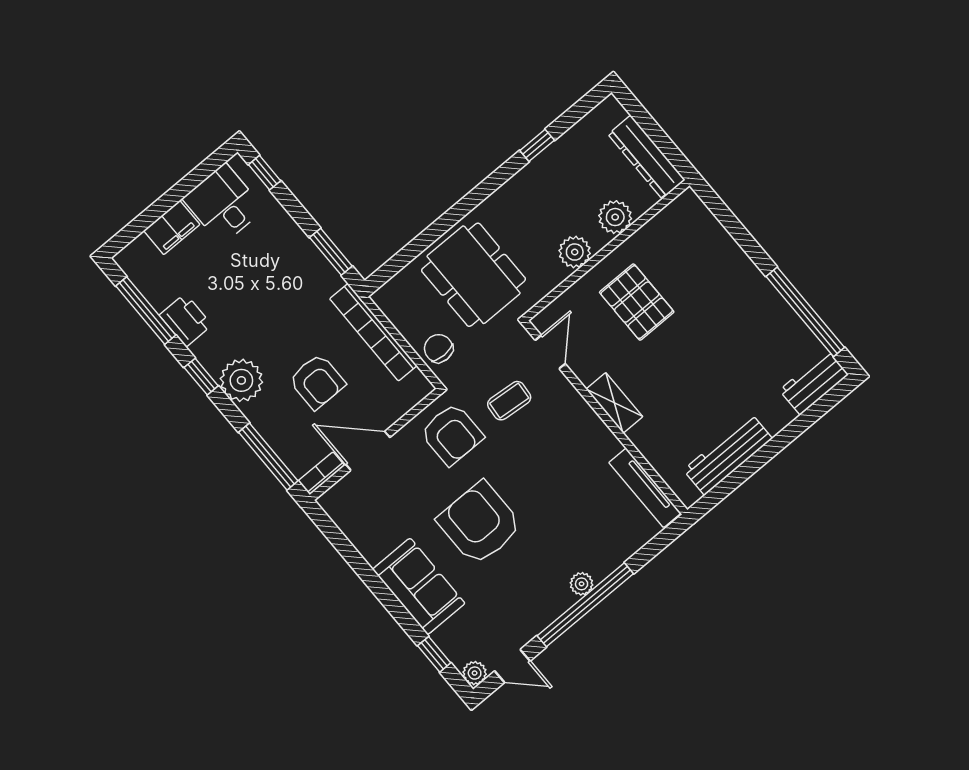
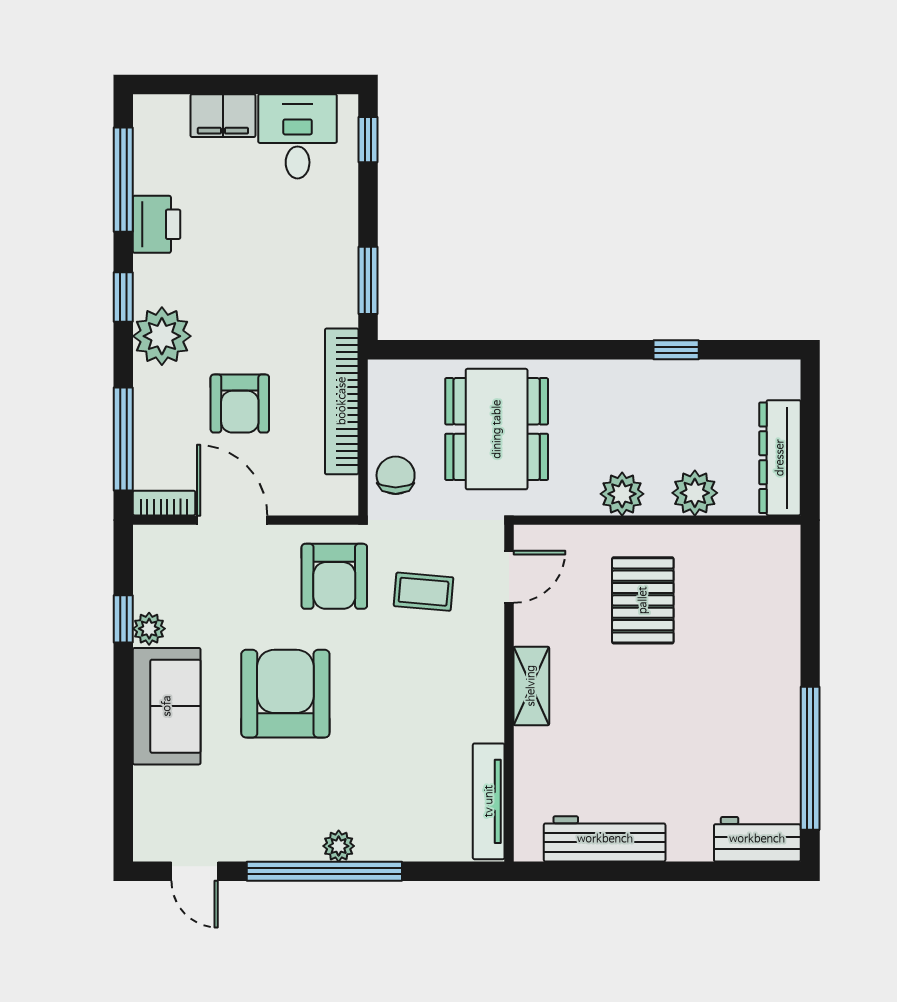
window: (434, 654) -> (123, 619), moved
plant: (475, 673) -> (149, 629), moved

